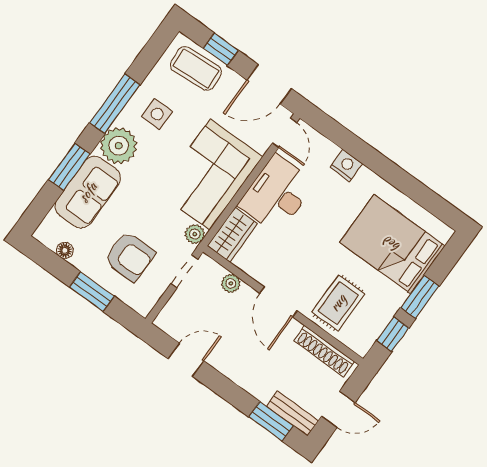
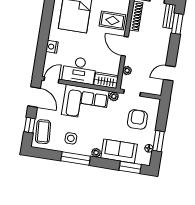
plant: (119, 146) -> (96, 153), width x0.53, depth x0.53
window: (69, 167) -> (130, 167), moved
window: (92, 292) -> (158, 141), moved
door: (278, 302) -> (125, 46), swing flipped
door: (186, 360) -> (169, 73), hinge flipped

